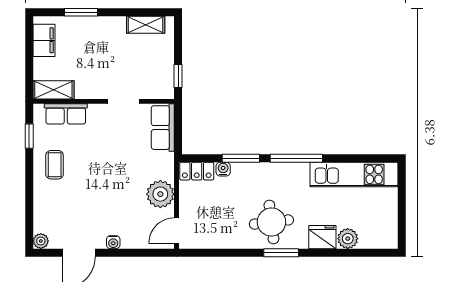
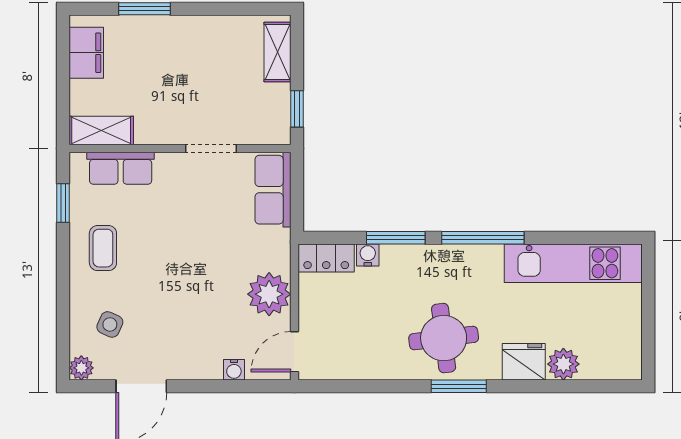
shelving: (146, 25) -> (277, 52), moved, turned 90
side table: (59, 213) -> (110, 324), added
water cooler: (113, 242) -> (234, 370), moved

